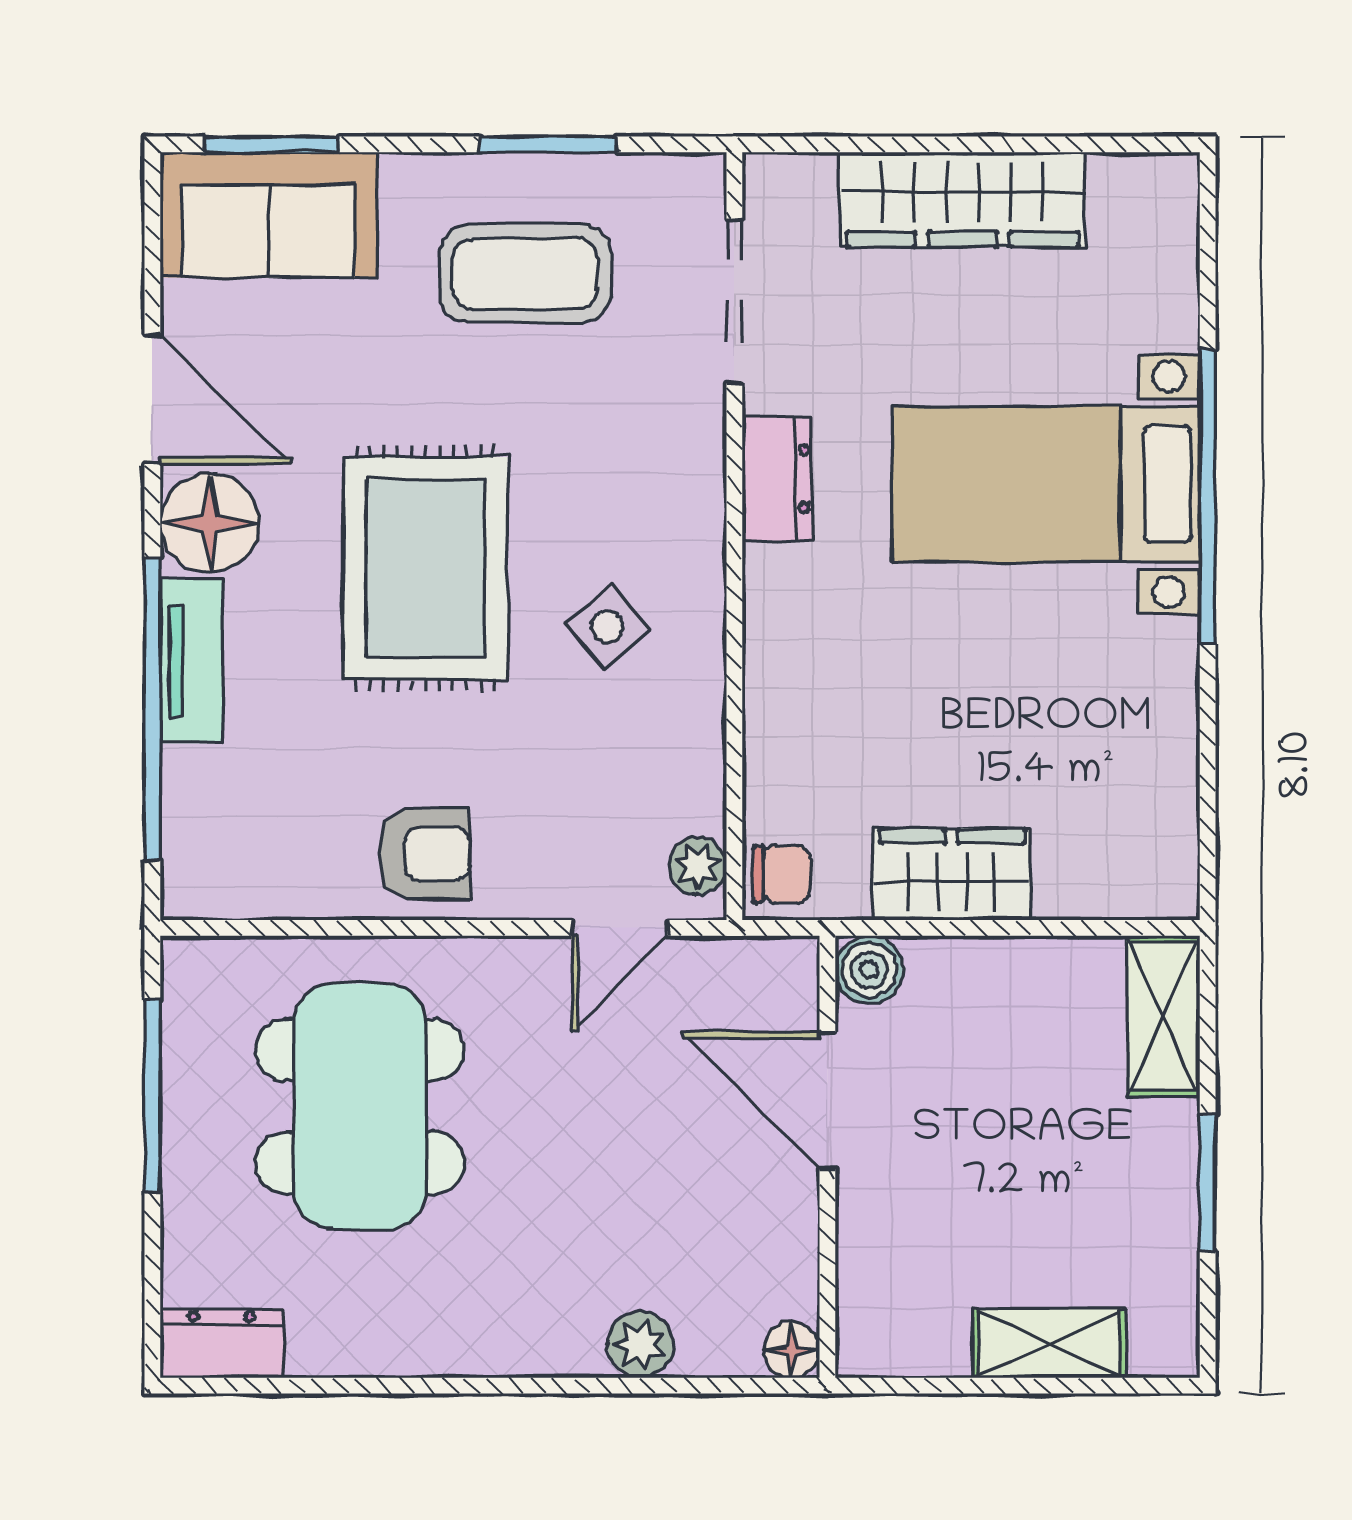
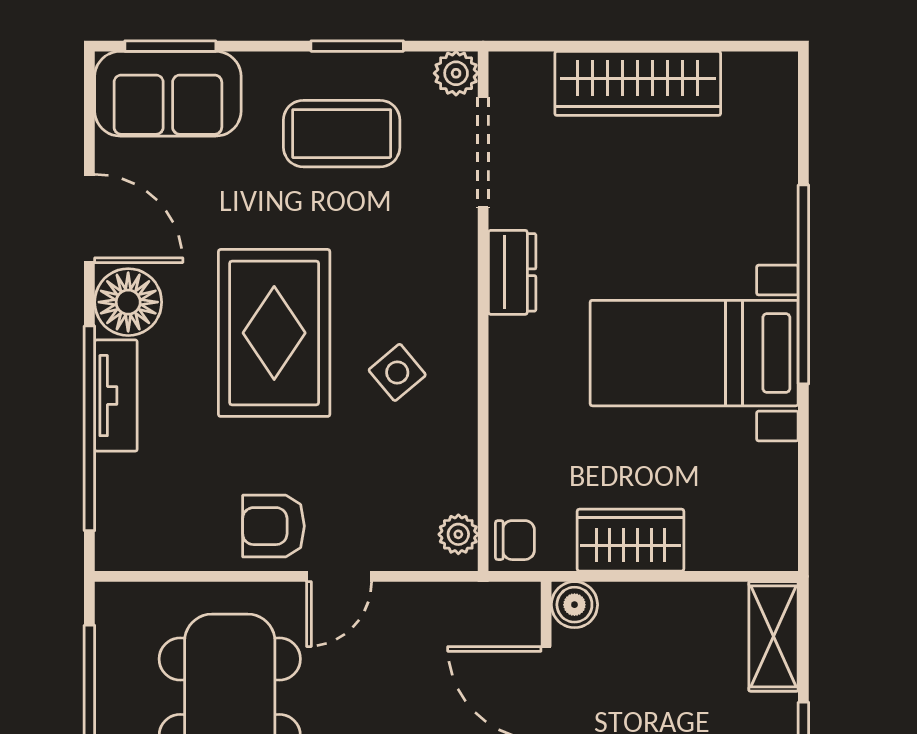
plant: (694, 185) -> (456, 73), added
bed with nightstands: (1046, 484) -> (694, 353), moved
armchair: (424, 854) -> (273, 526), turned 180
door: (620, 928) -> (339, 576), moved

